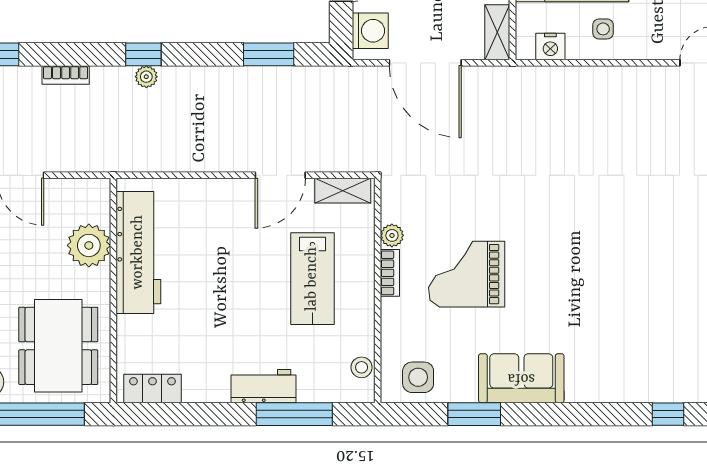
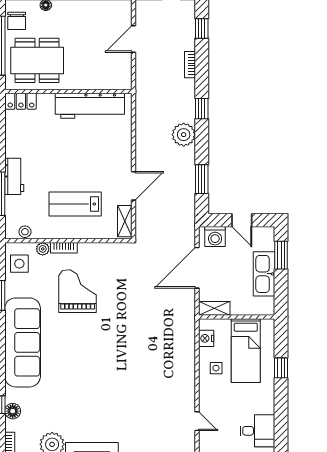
plant: (146, 77) -> (184, 135), moved, width x1.88, depth x1.88
door: (280, 175) -> (133, 186), swing flipped
plant: (392, 235) -> (43, 249), moved
plant: (89, 245) -> (94, 78), removed
bookcase: (390, 273) -> (64, 248), moved
sofa: (521, 378) -> (23, 342), width x1.85, depth x1.27
locker: (152, 388) -> (21, 101), moved, turned 90
floor lamp: (679, 389) -> (13, 411), added

